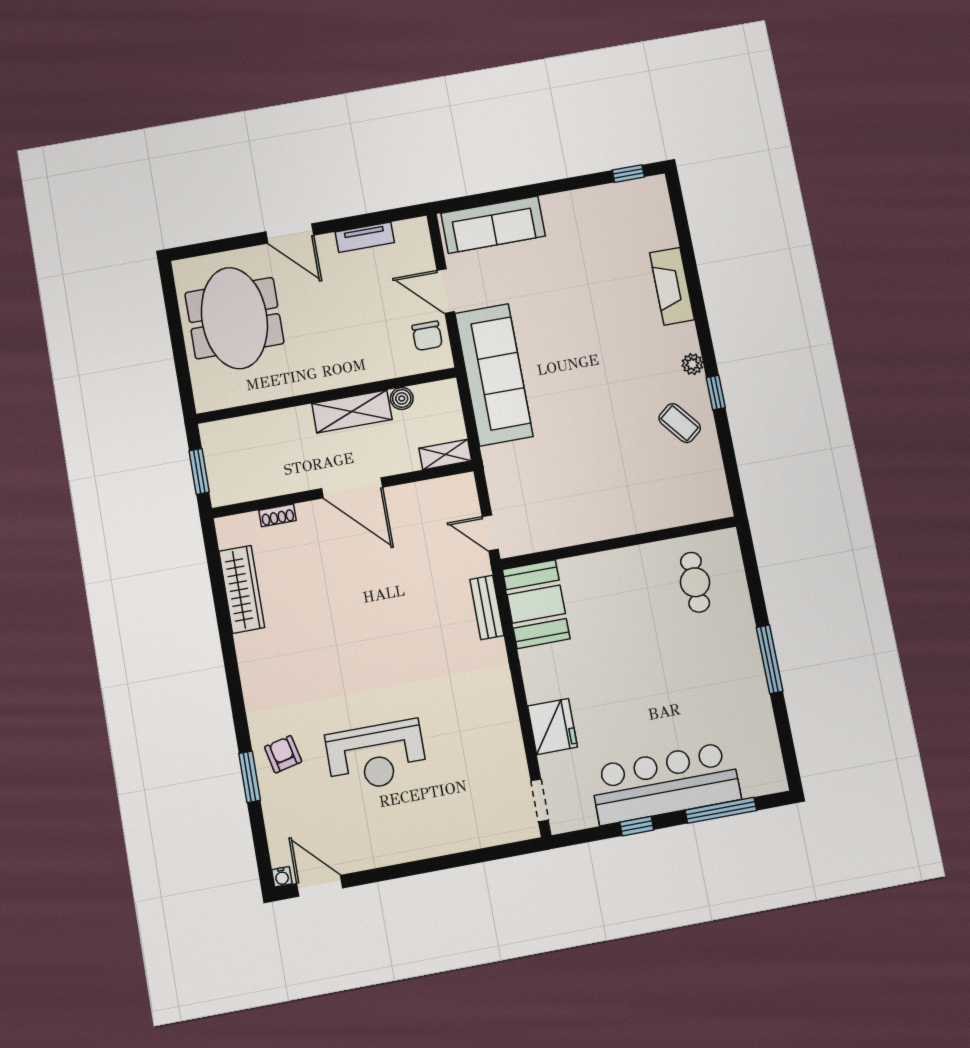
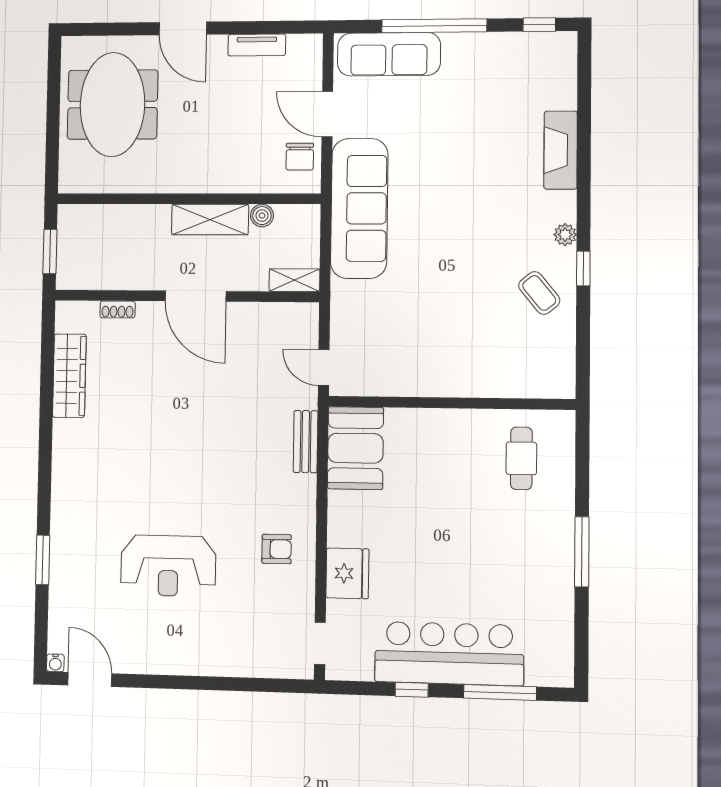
window: (530, 191) -> (434, 26), added
armchair: (283, 754) -> (277, 549), moved, turned 103

